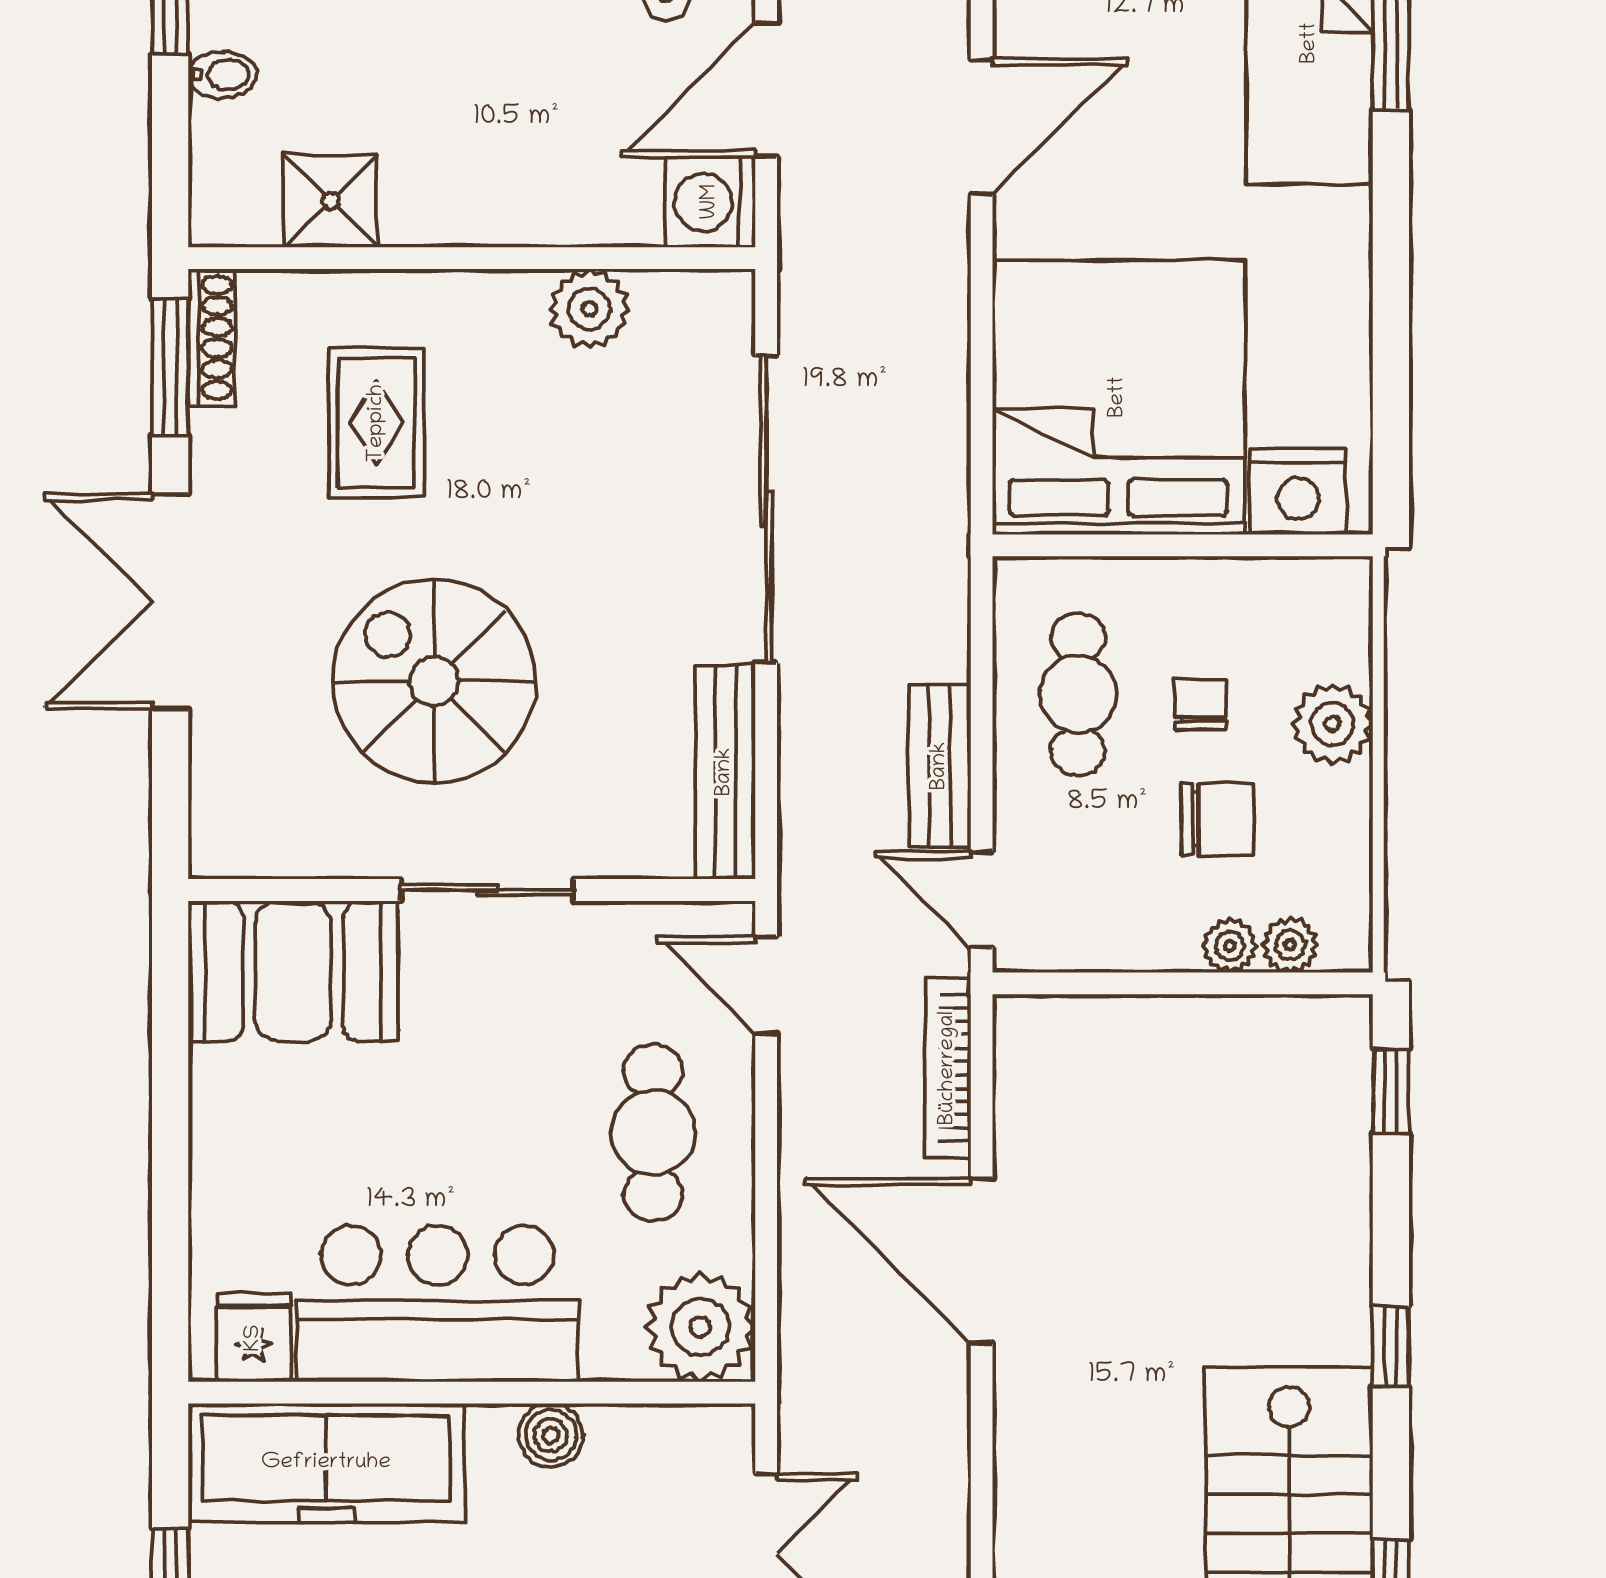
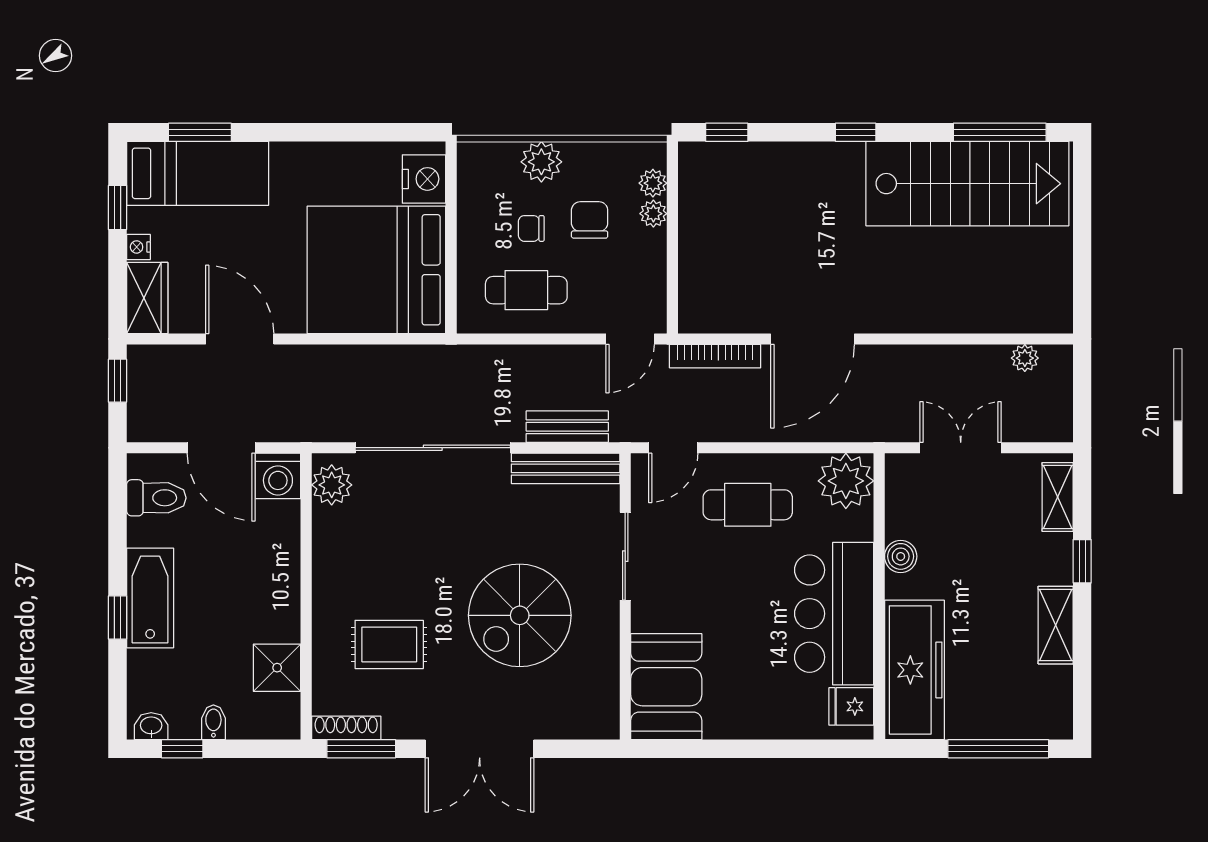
plant: (589, 309) -> (332, 485), moved
bench: (940, 766) -> (567, 427), moved
sliding door: (487, 890) -> (625, 556), moved

